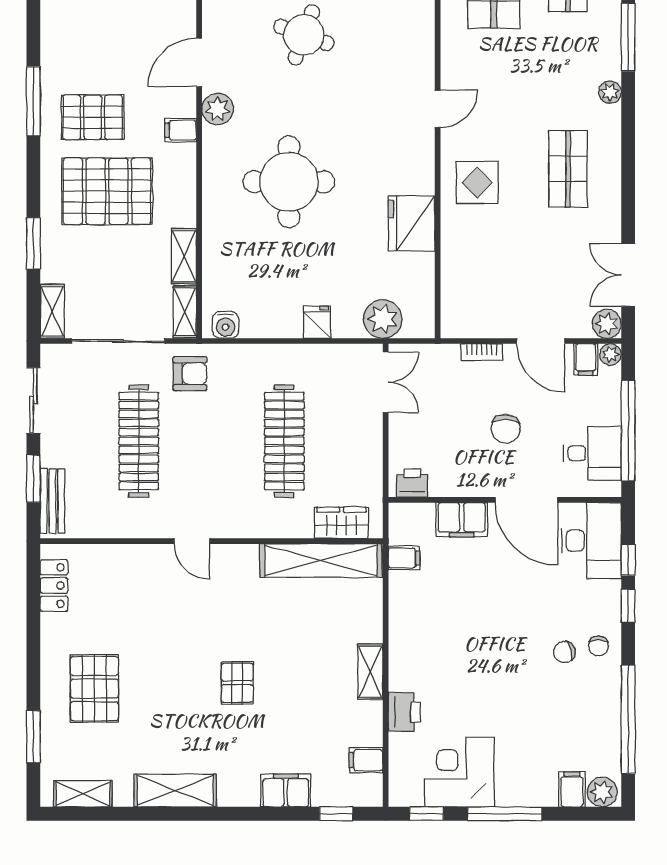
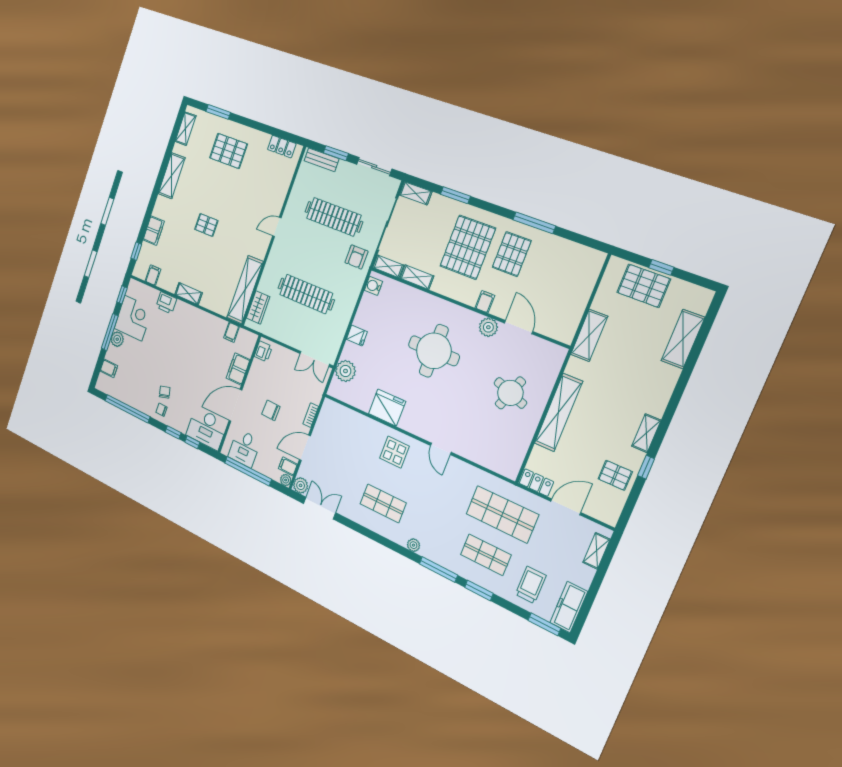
plant: (602, 792) -> (117, 339), moved

